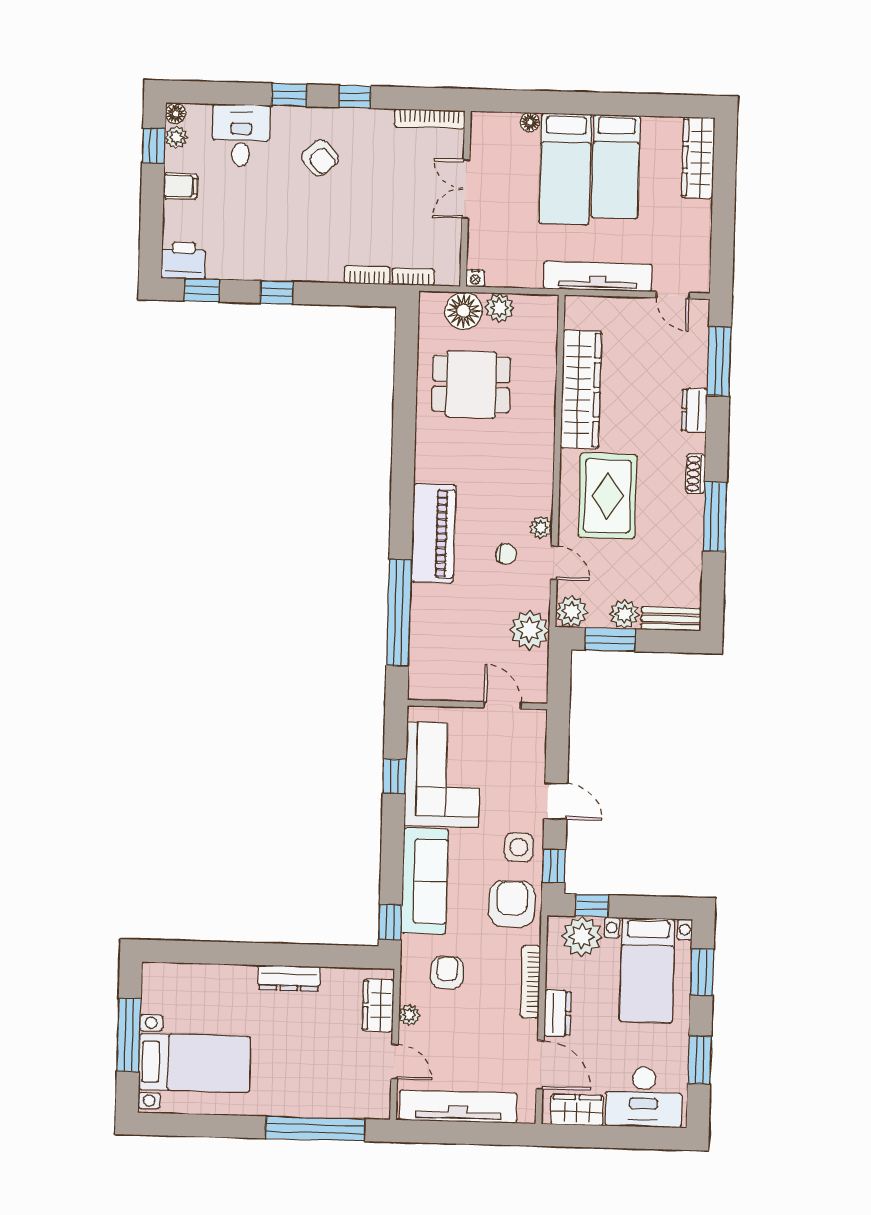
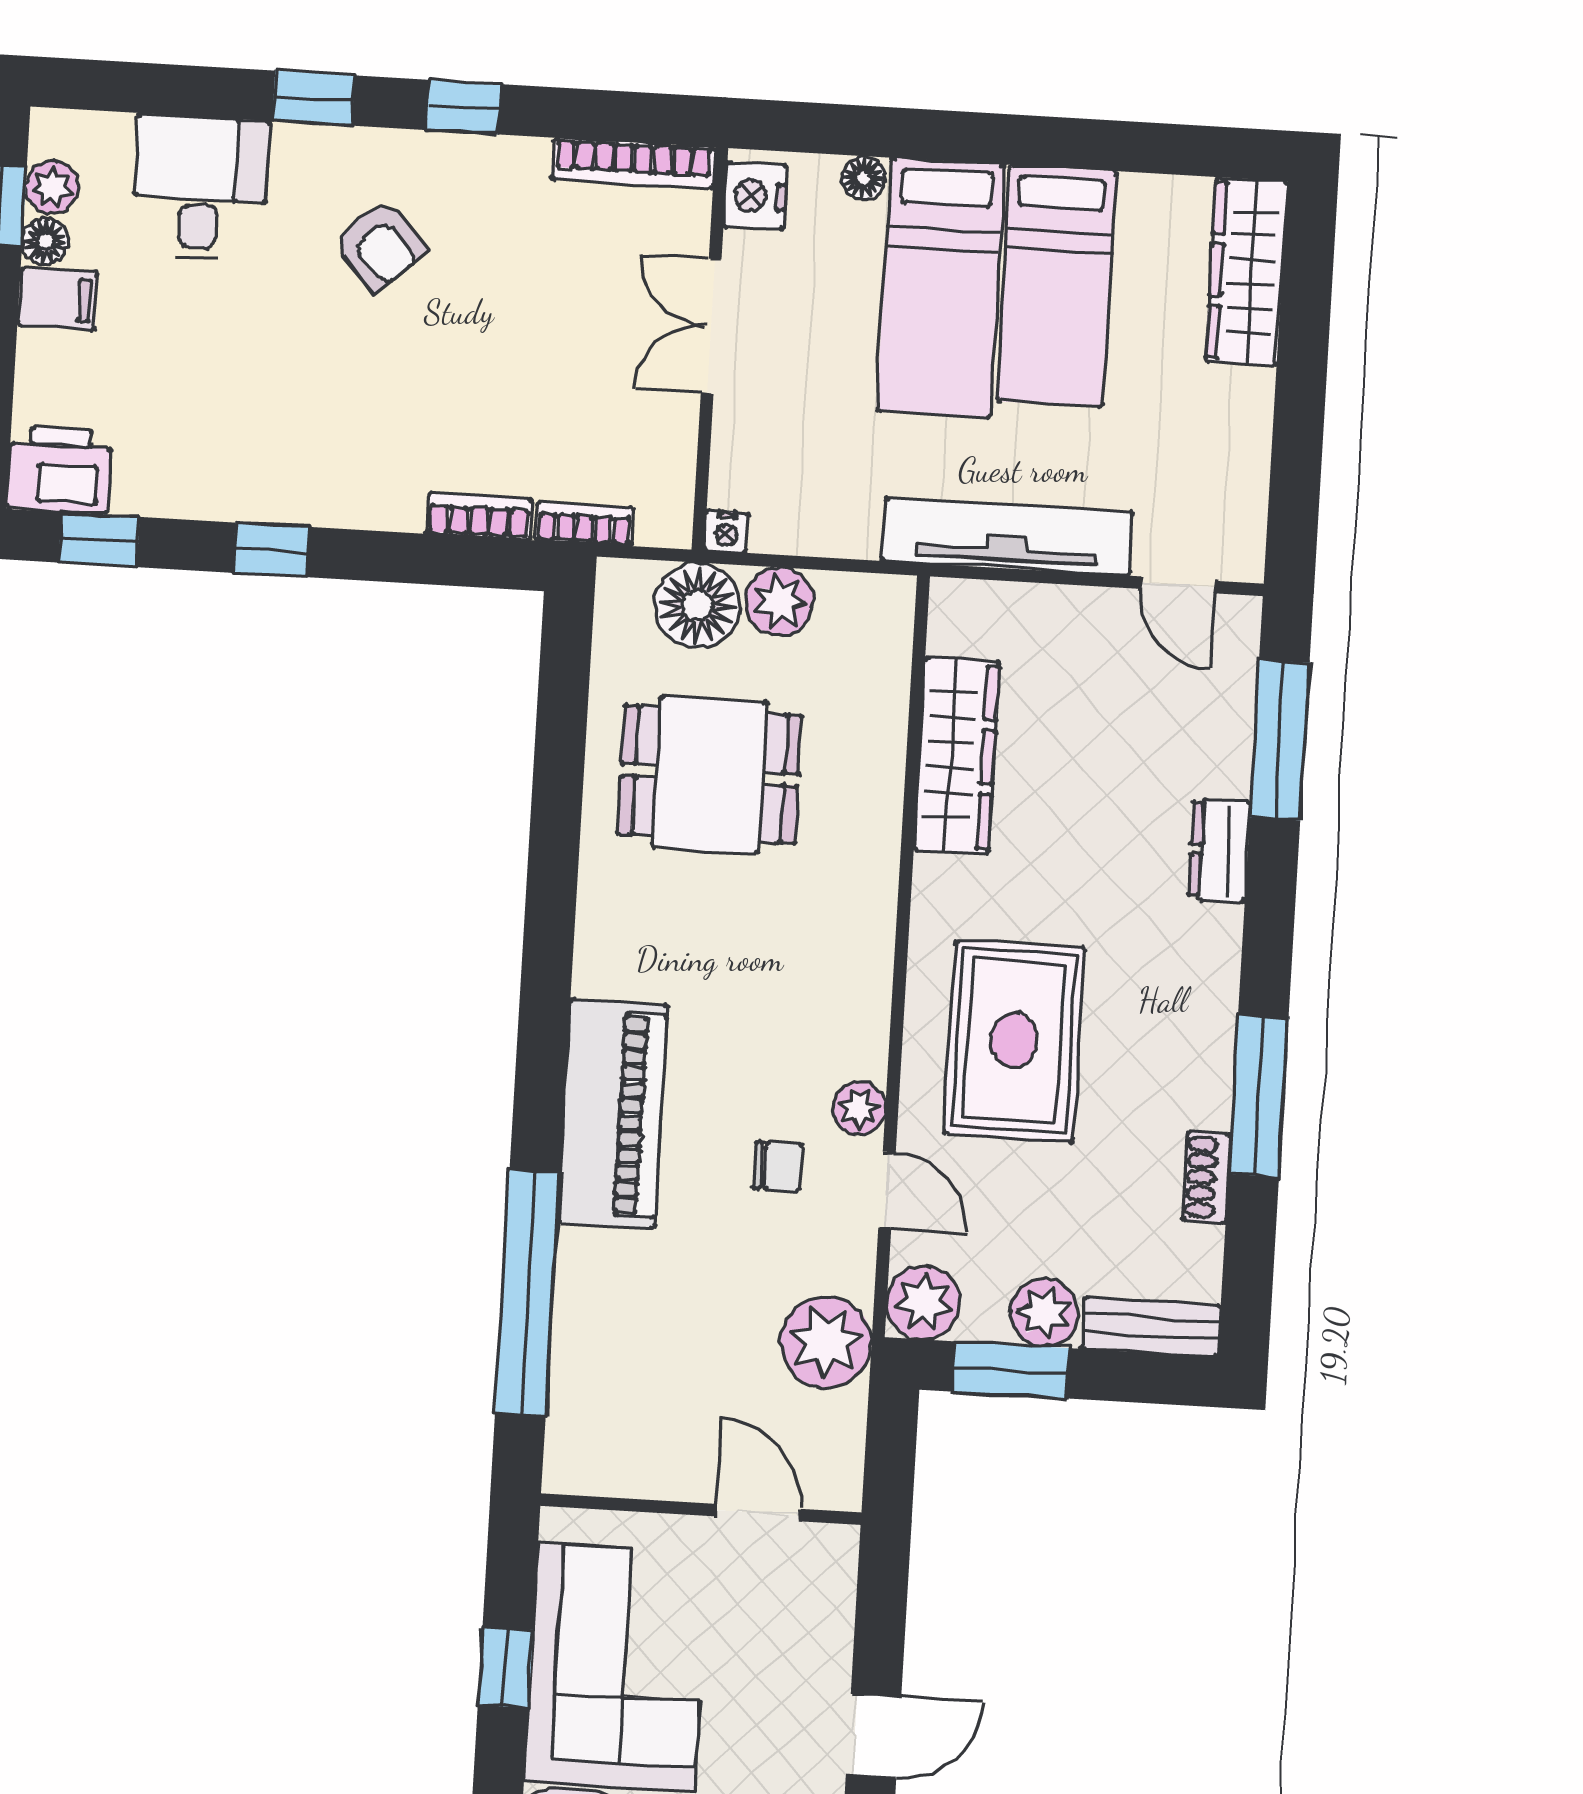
floor lamp: (176, 114) -> (45, 241), moved
nightstand: (483, 131) -> (755, 196), added
wardrobe: (581, 389) -> (957, 755), width x0.71, depth x0.85
shoe rack: (696, 474) -> (1207, 1177), moved
door: (556, 801) -> (873, 1736), hinge flipped

